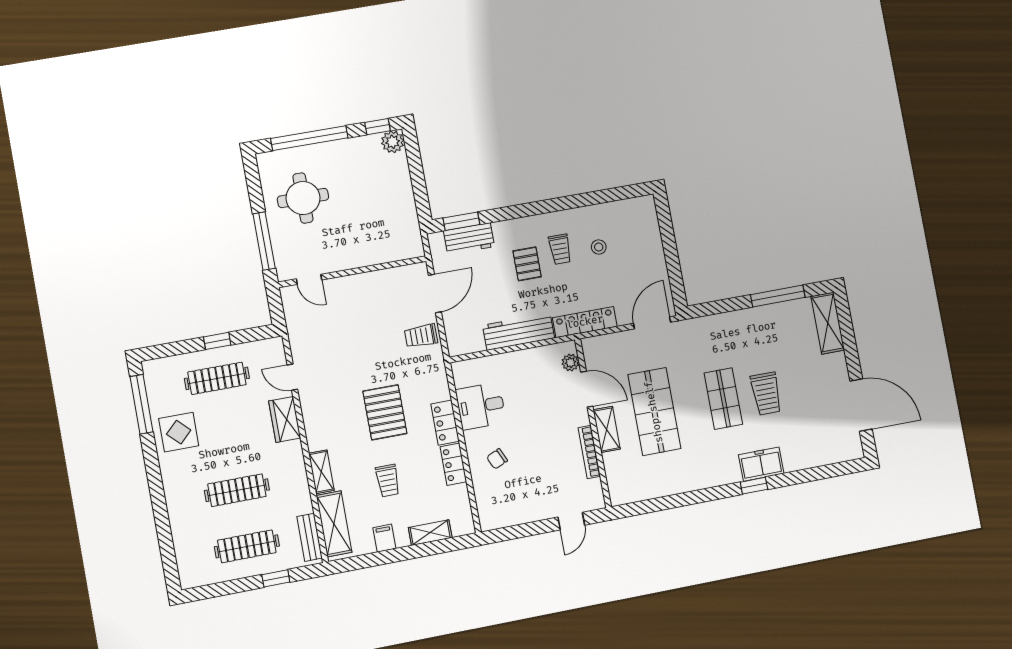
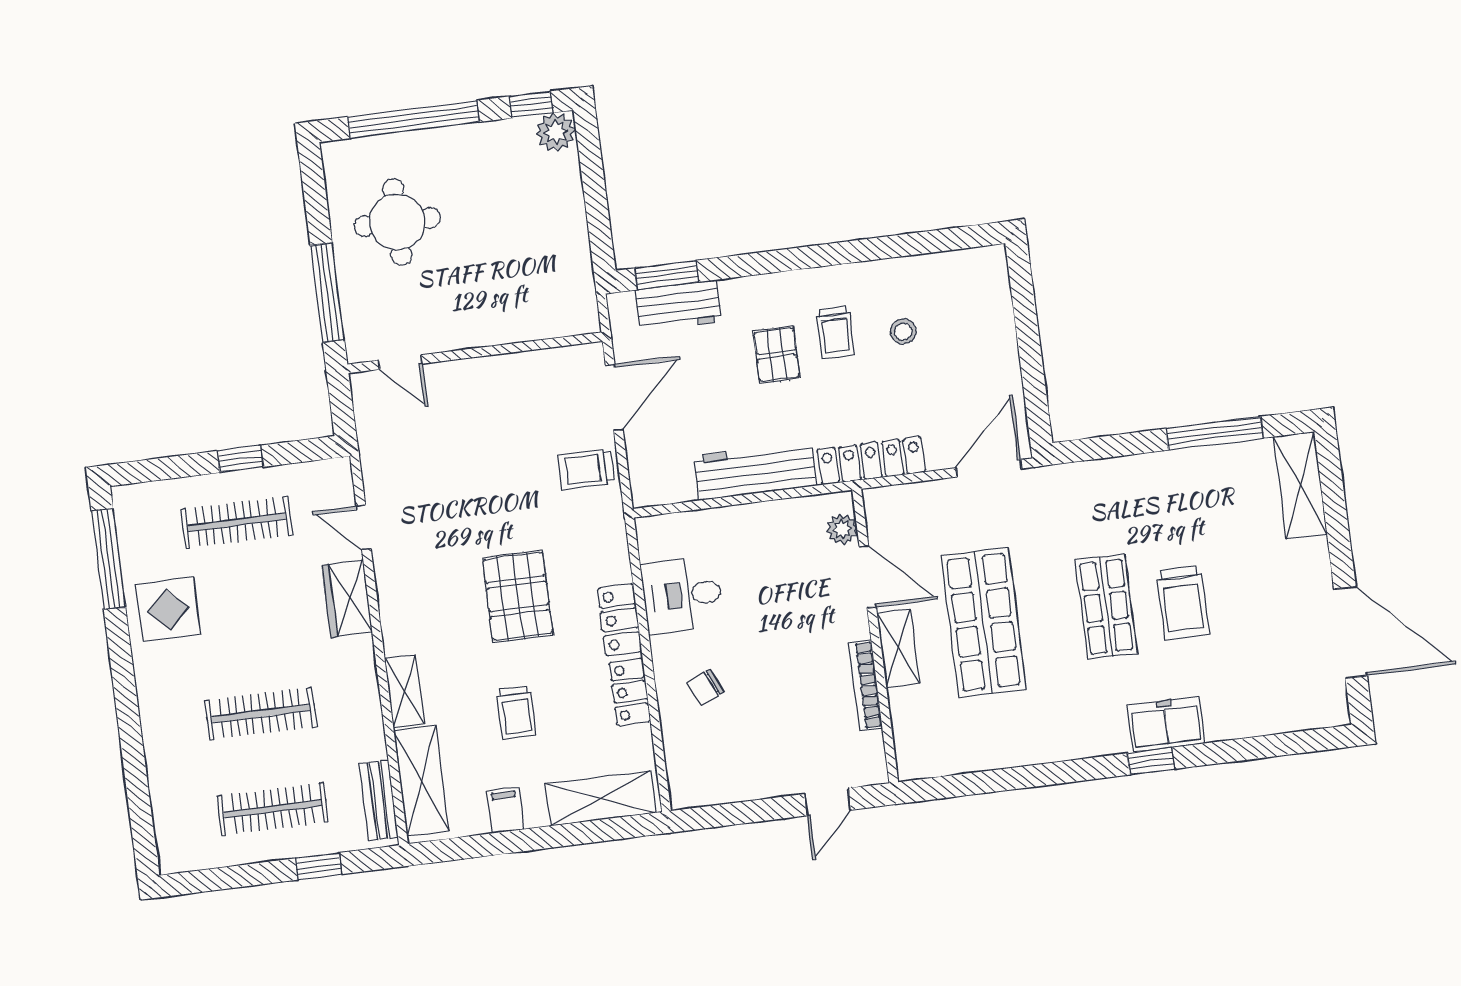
shelving: (430, 533) -> (601, 798), width x1.50, depth x1.33

